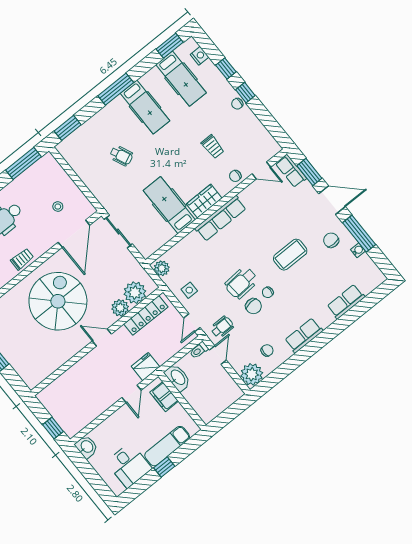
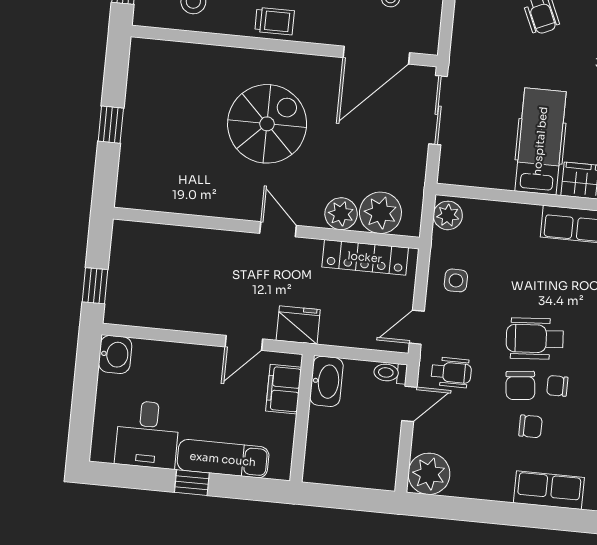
spiral stairs: (58, 301) -> (267, 124), width x0.73, depth x0.73
chair: (267, 350) -> (531, 426), moved

